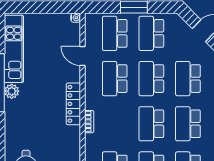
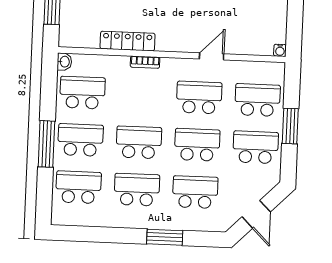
door: (82, 56) -> (212, 56), moved
locker: (73, 104) -> (128, 41), moved

